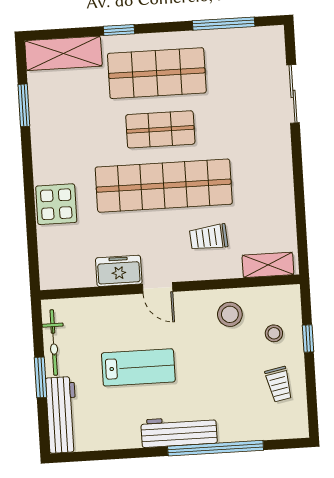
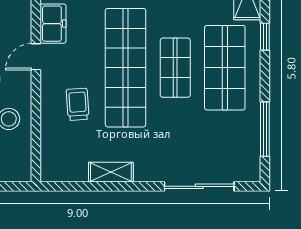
sliding door: (293, 94) -> (199, 186), width x1.37
shelving: (268, 265) -> (111, 172), moved, turned 90

